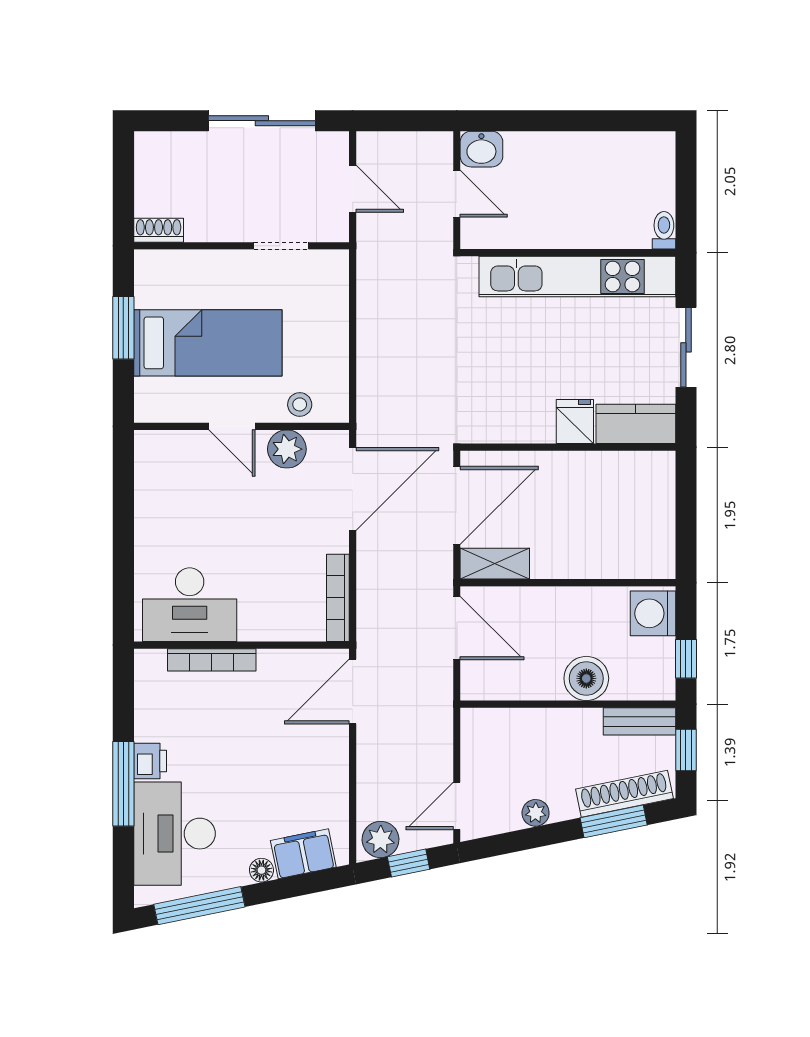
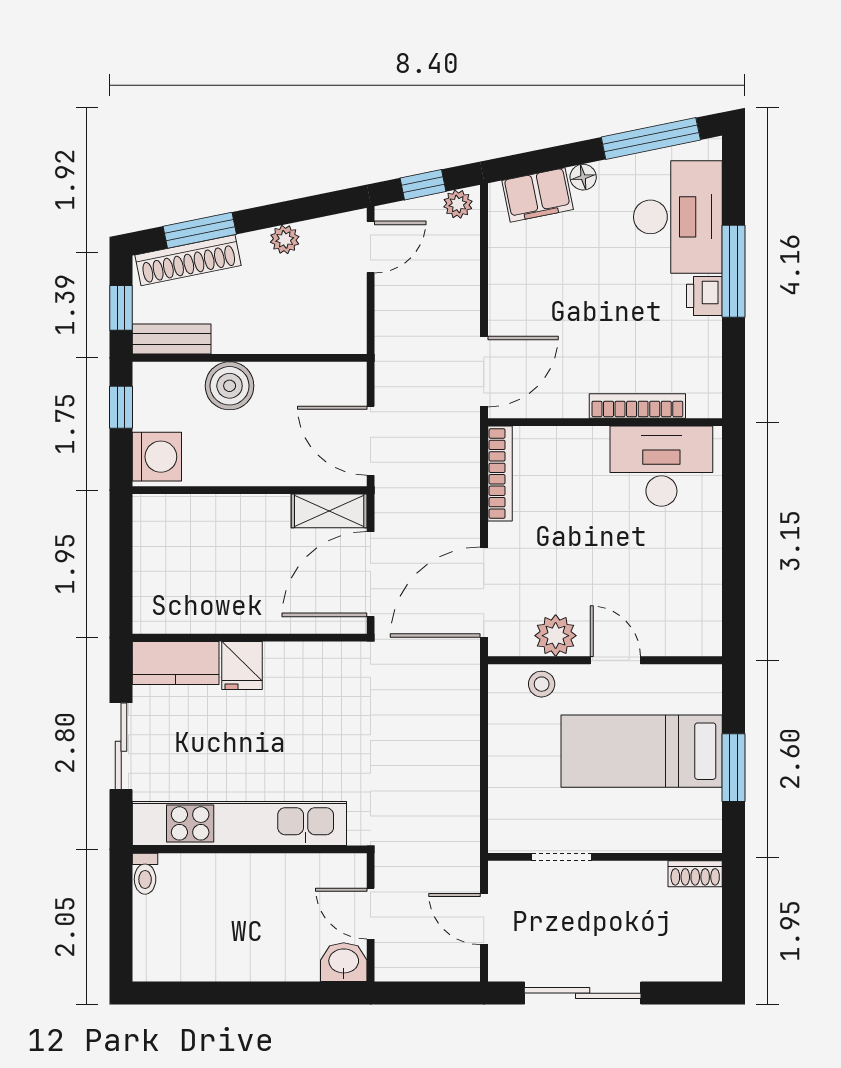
plant: (381, 839) -> (458, 204), width x0.73, depth x0.73

